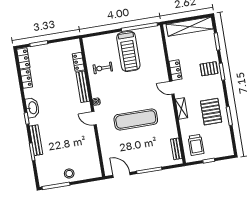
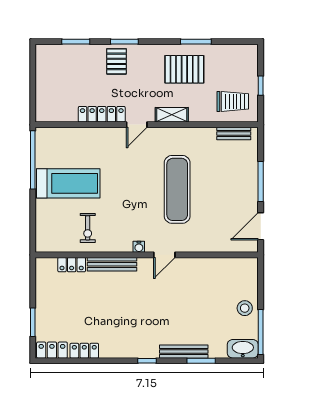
shelving: (190, 27) -> (45, 81), removed
locker: (175, 70) -> (102, 114), width x1.53
washbasin: (32, 108) -> (243, 349), moved

